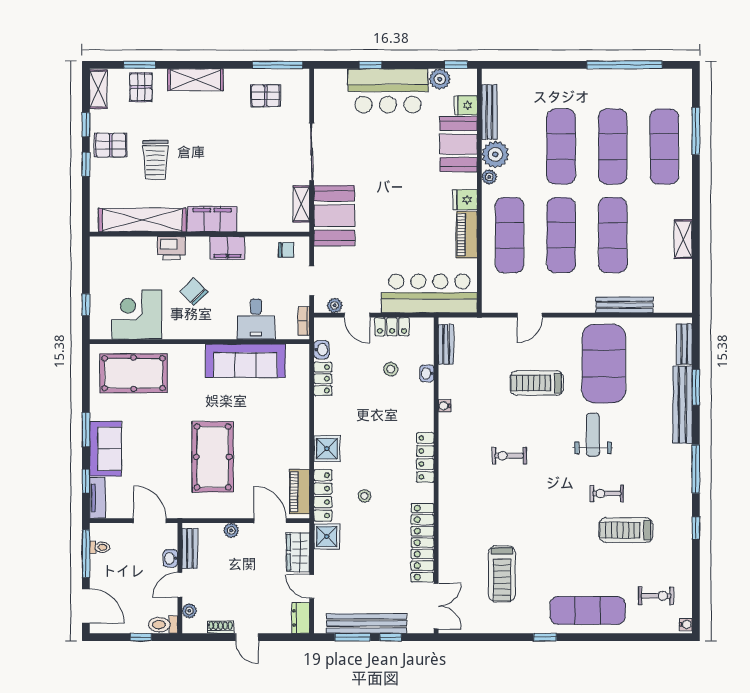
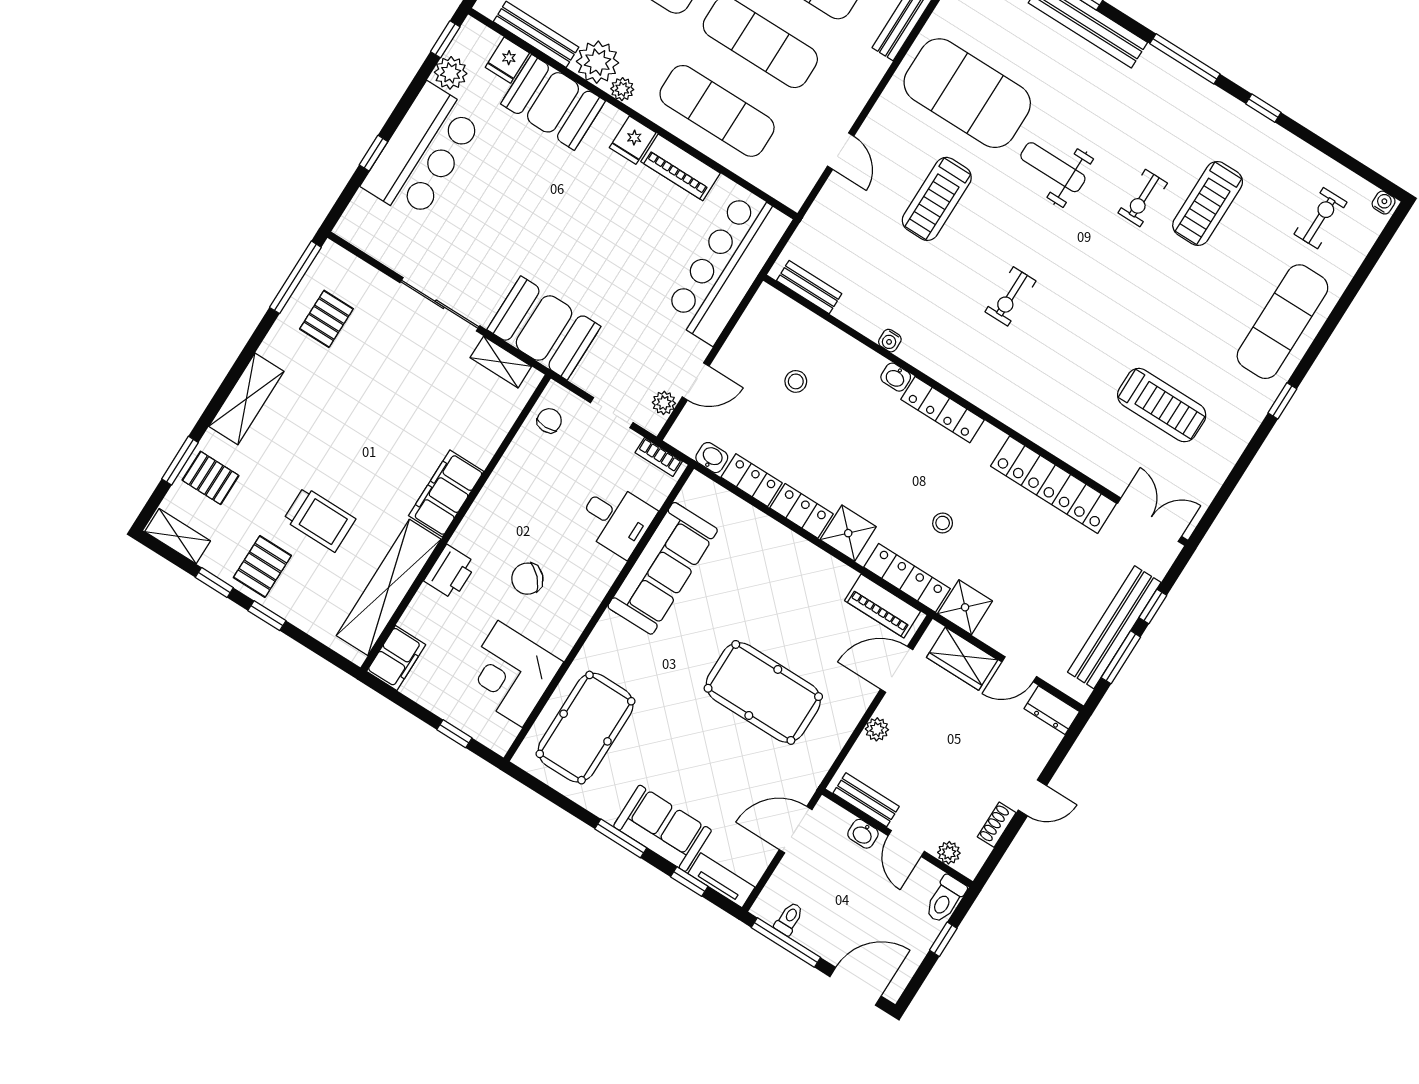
filing cabinet: (227, 248) -> (396, 658), moved
locker: (392, 327) -> (802, 511), moved, turned -90
washbasin: (427, 373) -> (896, 377), moved

